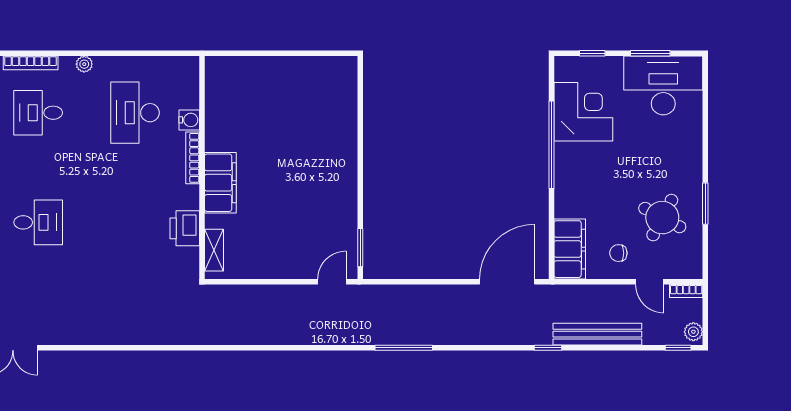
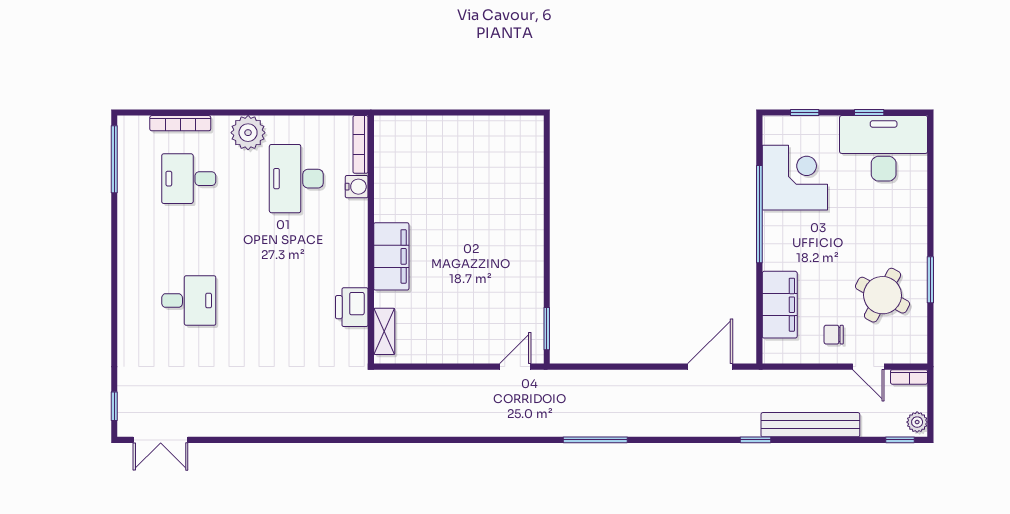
window: (650, 53) -> (869, 112), width x0.67
plant: (84, 64) -> (248, 133), width x1.88, depth x1.88
bookcase: (193, 158) -> (360, 144), moved
filing cabinet: (570, 249) -> (780, 305), moved
door: (507, 282) -> (710, 367), width x0.73

